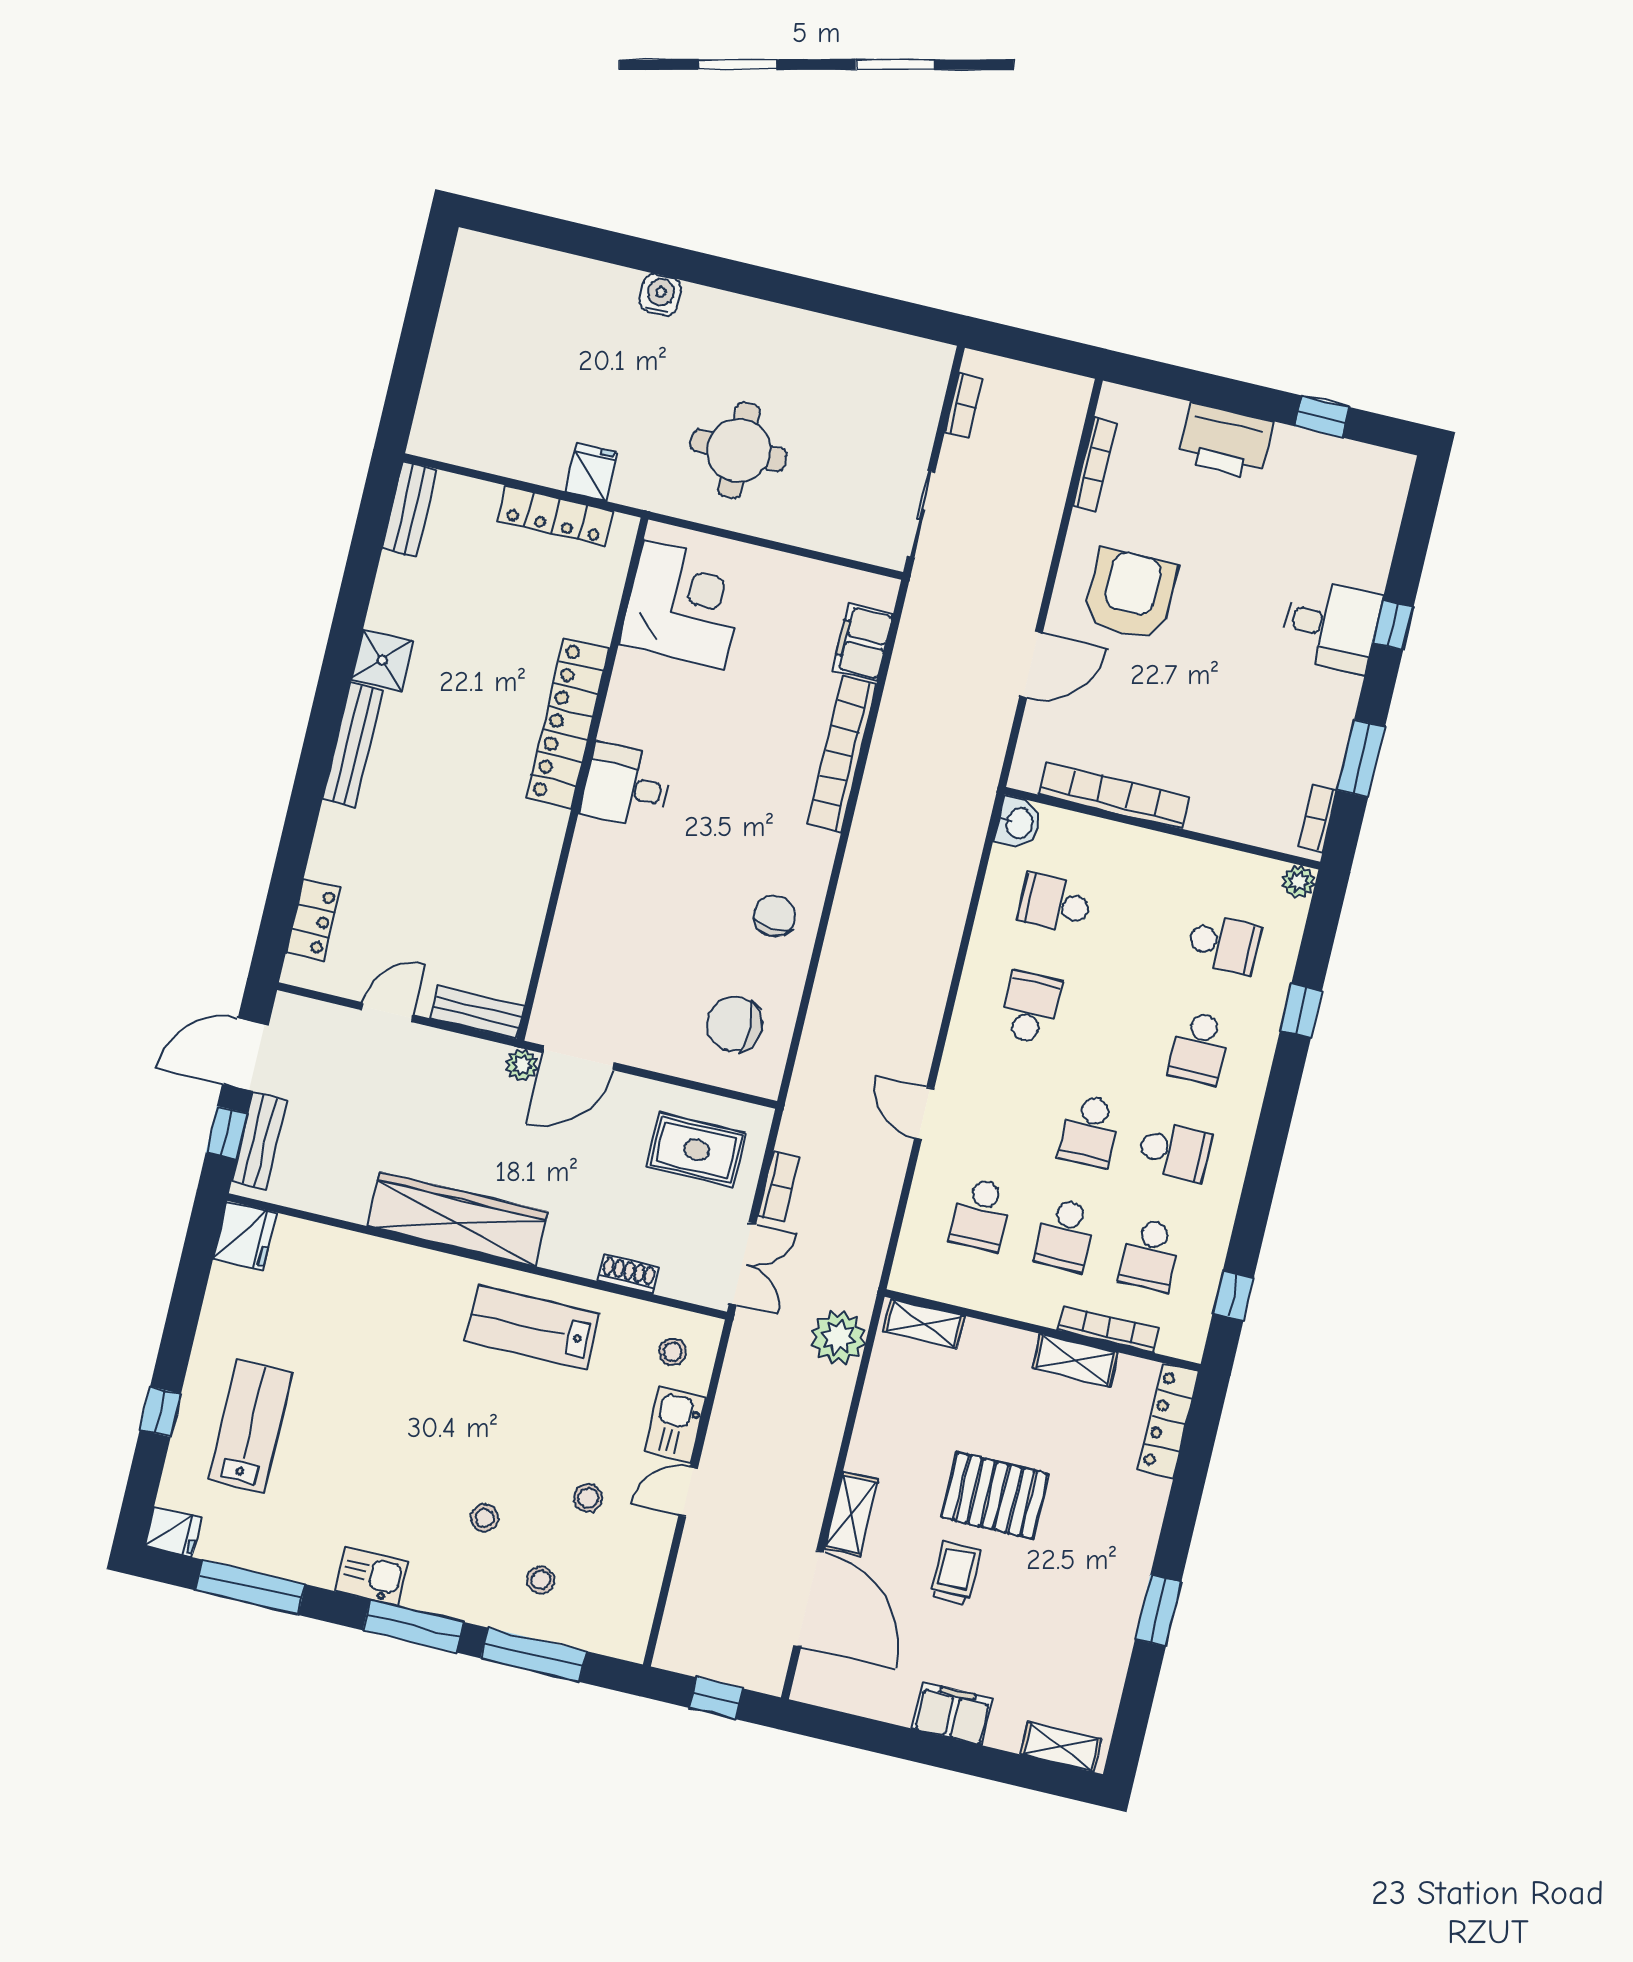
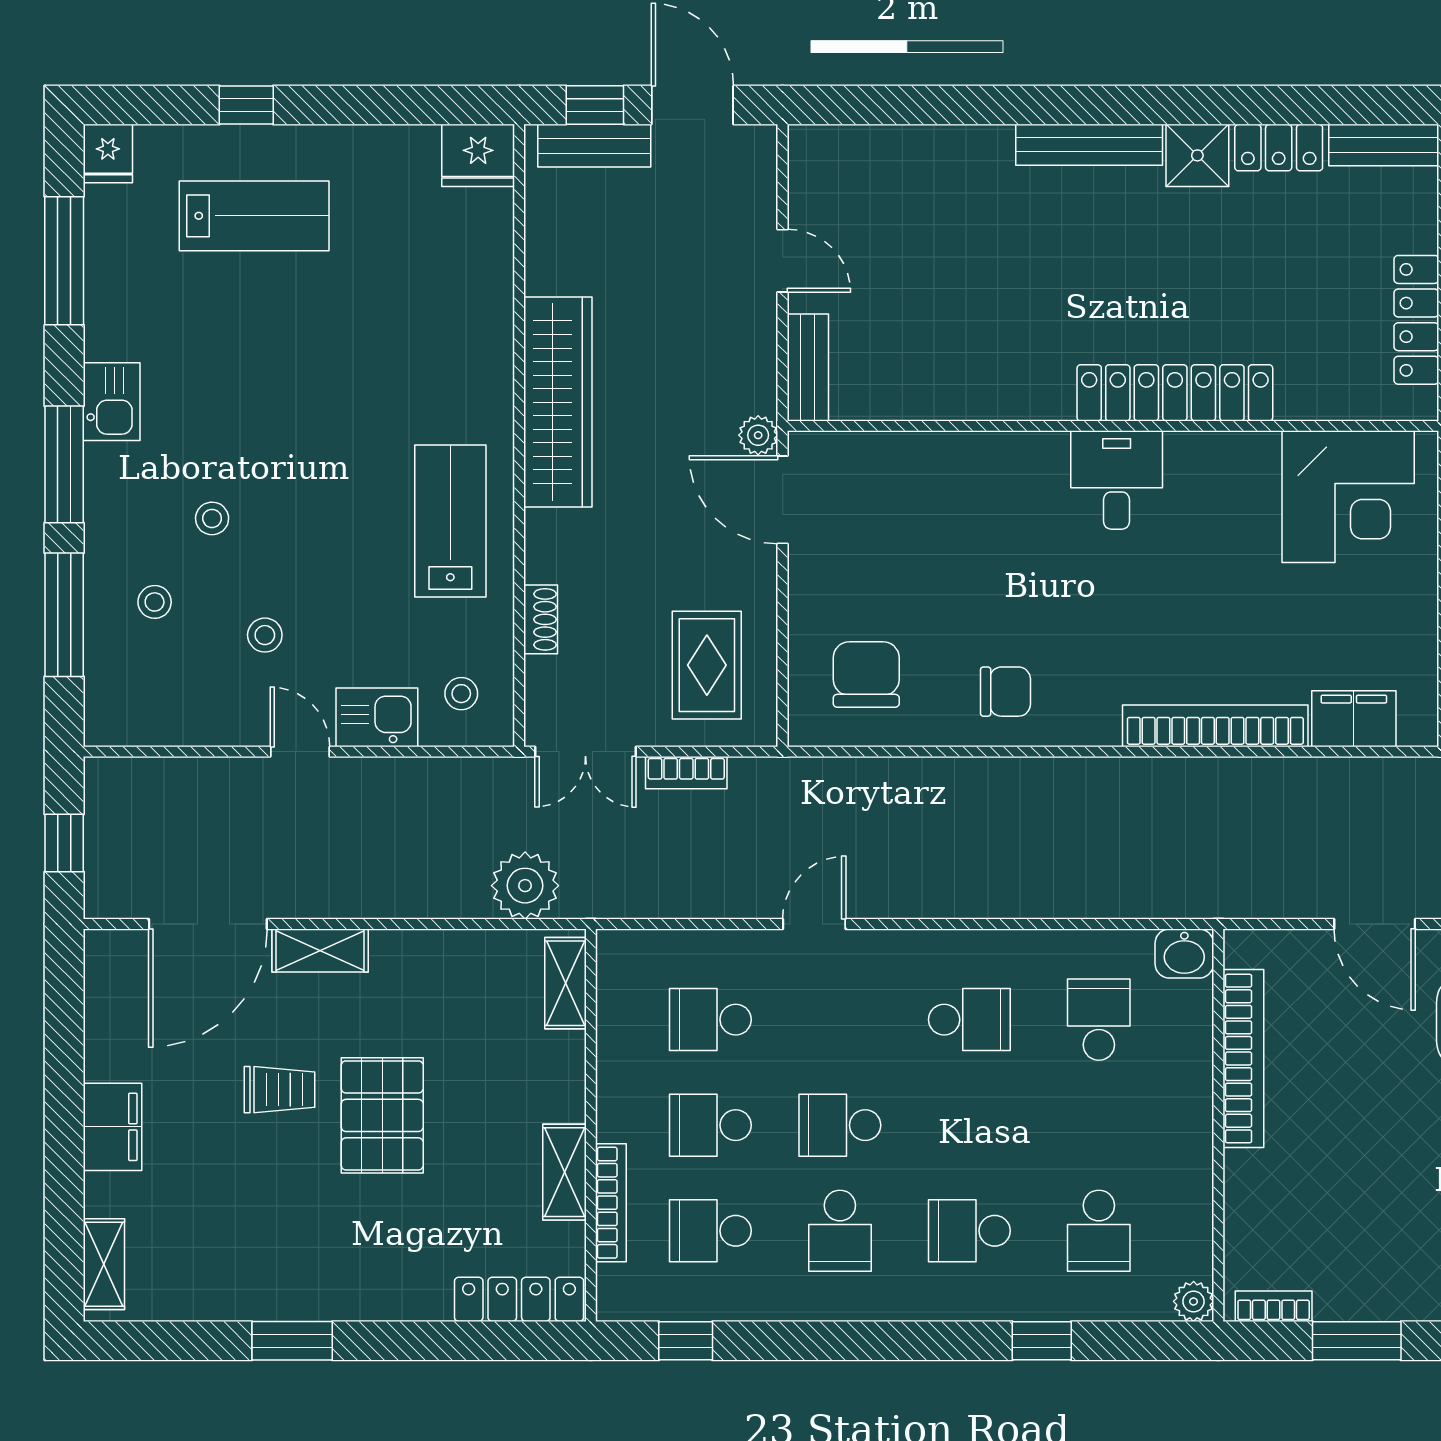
locker: (313, 920) -> (1279, 148), moved

